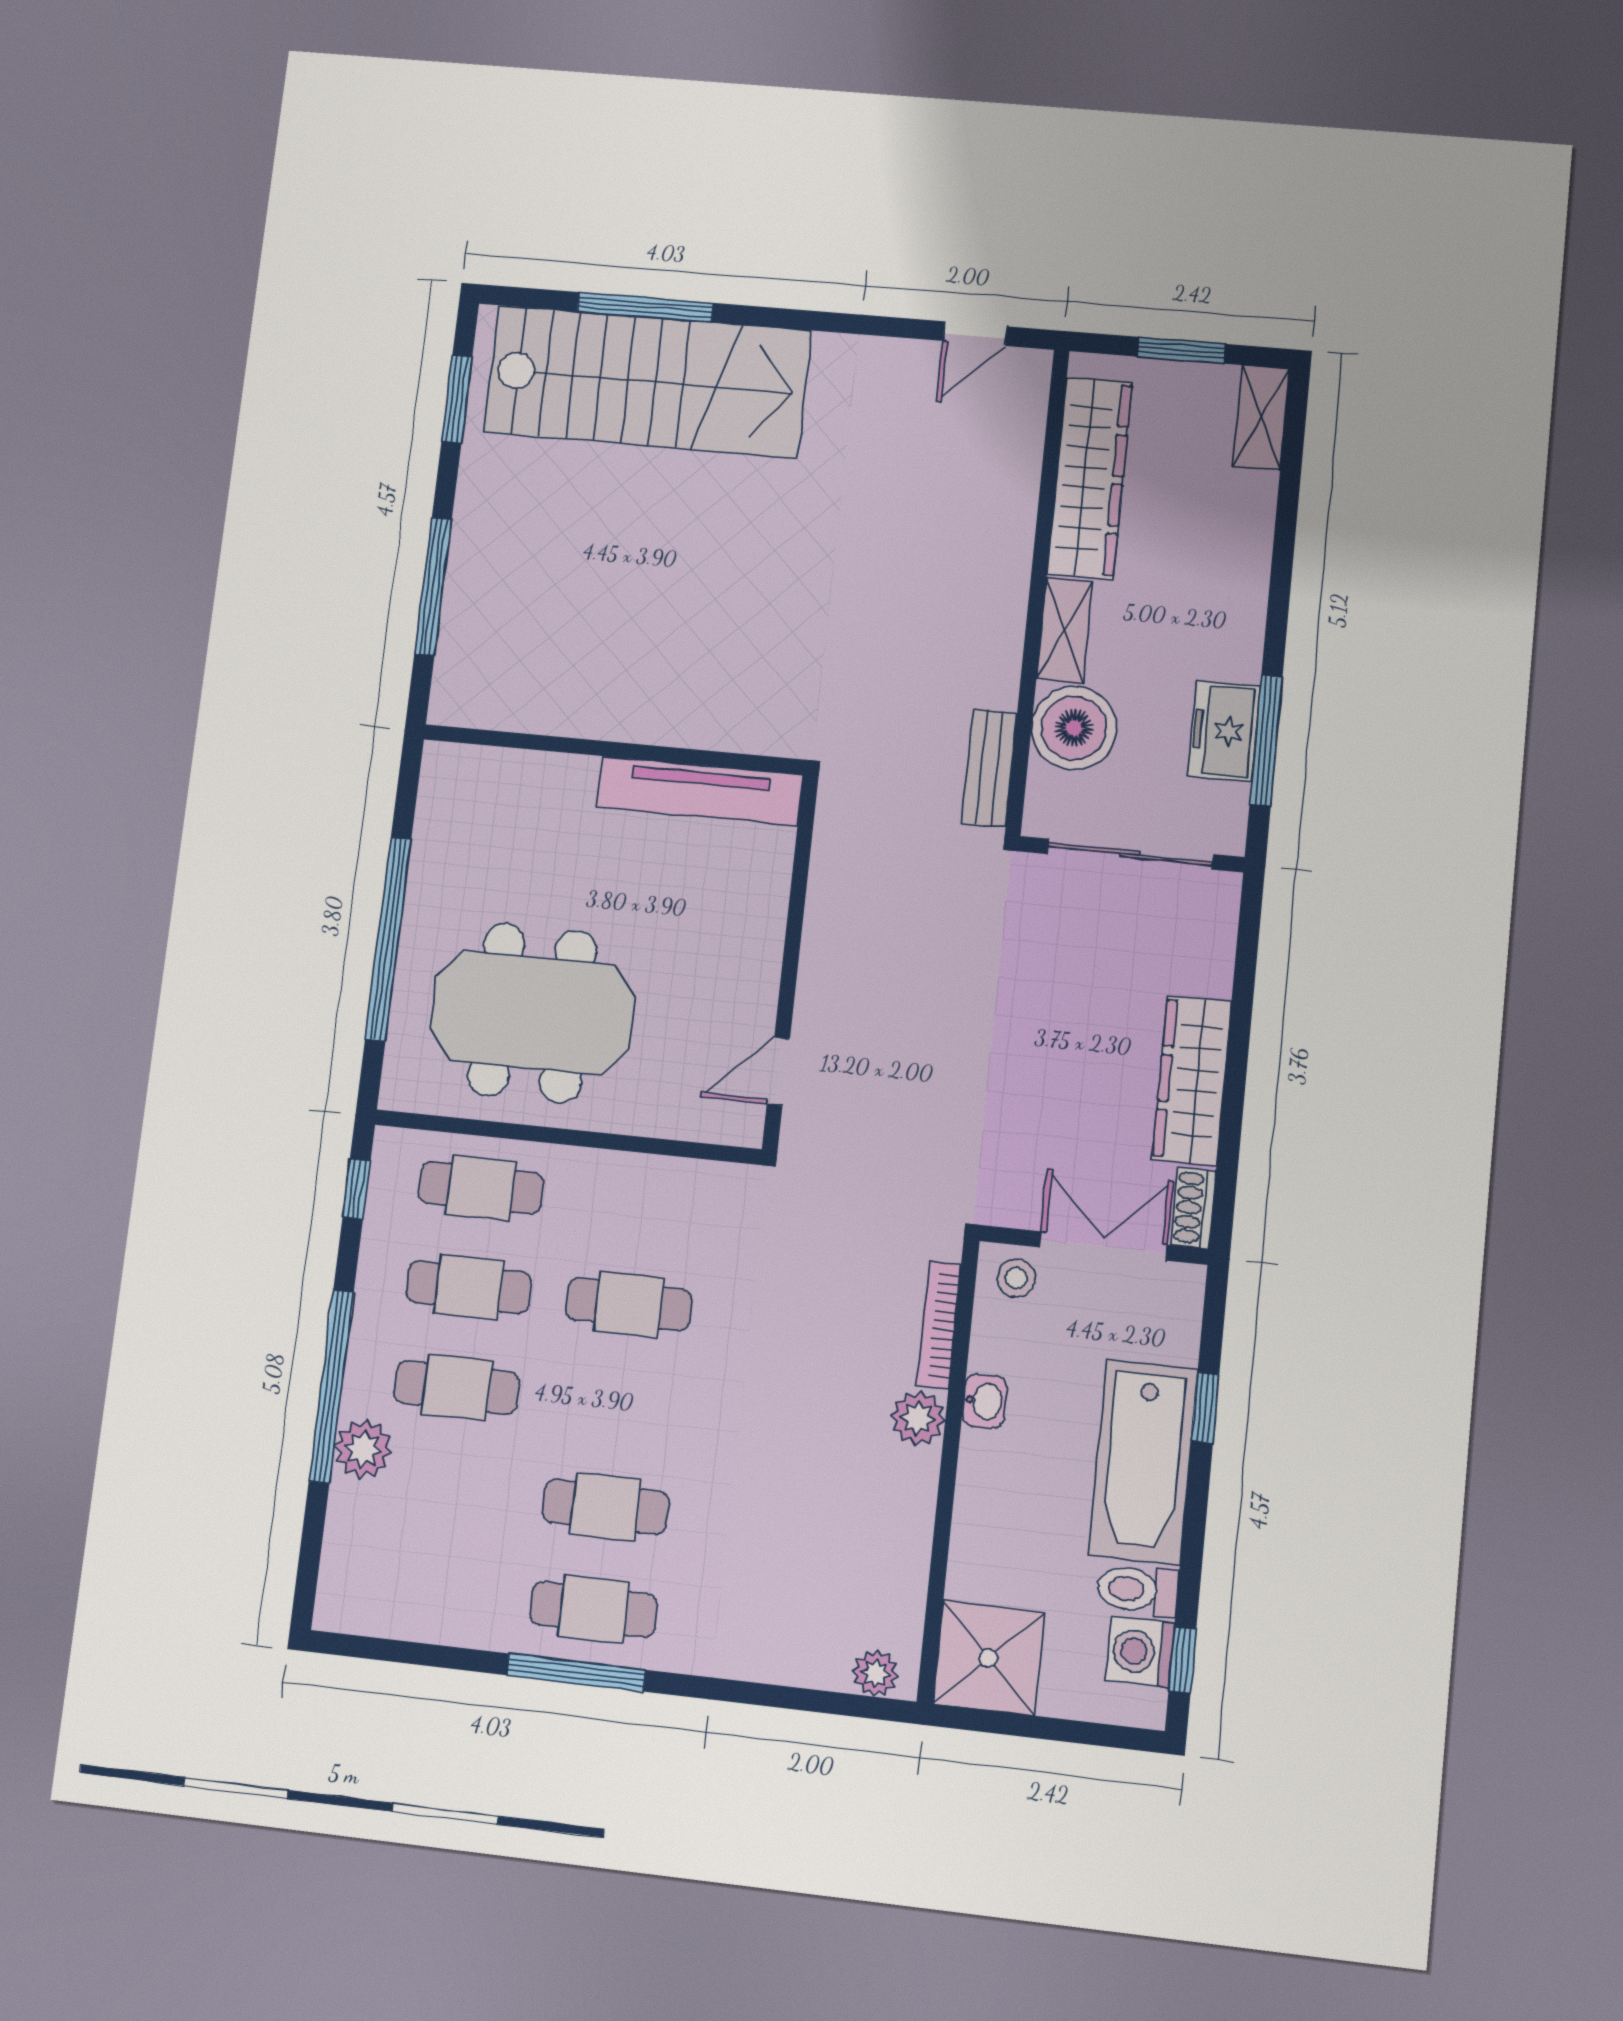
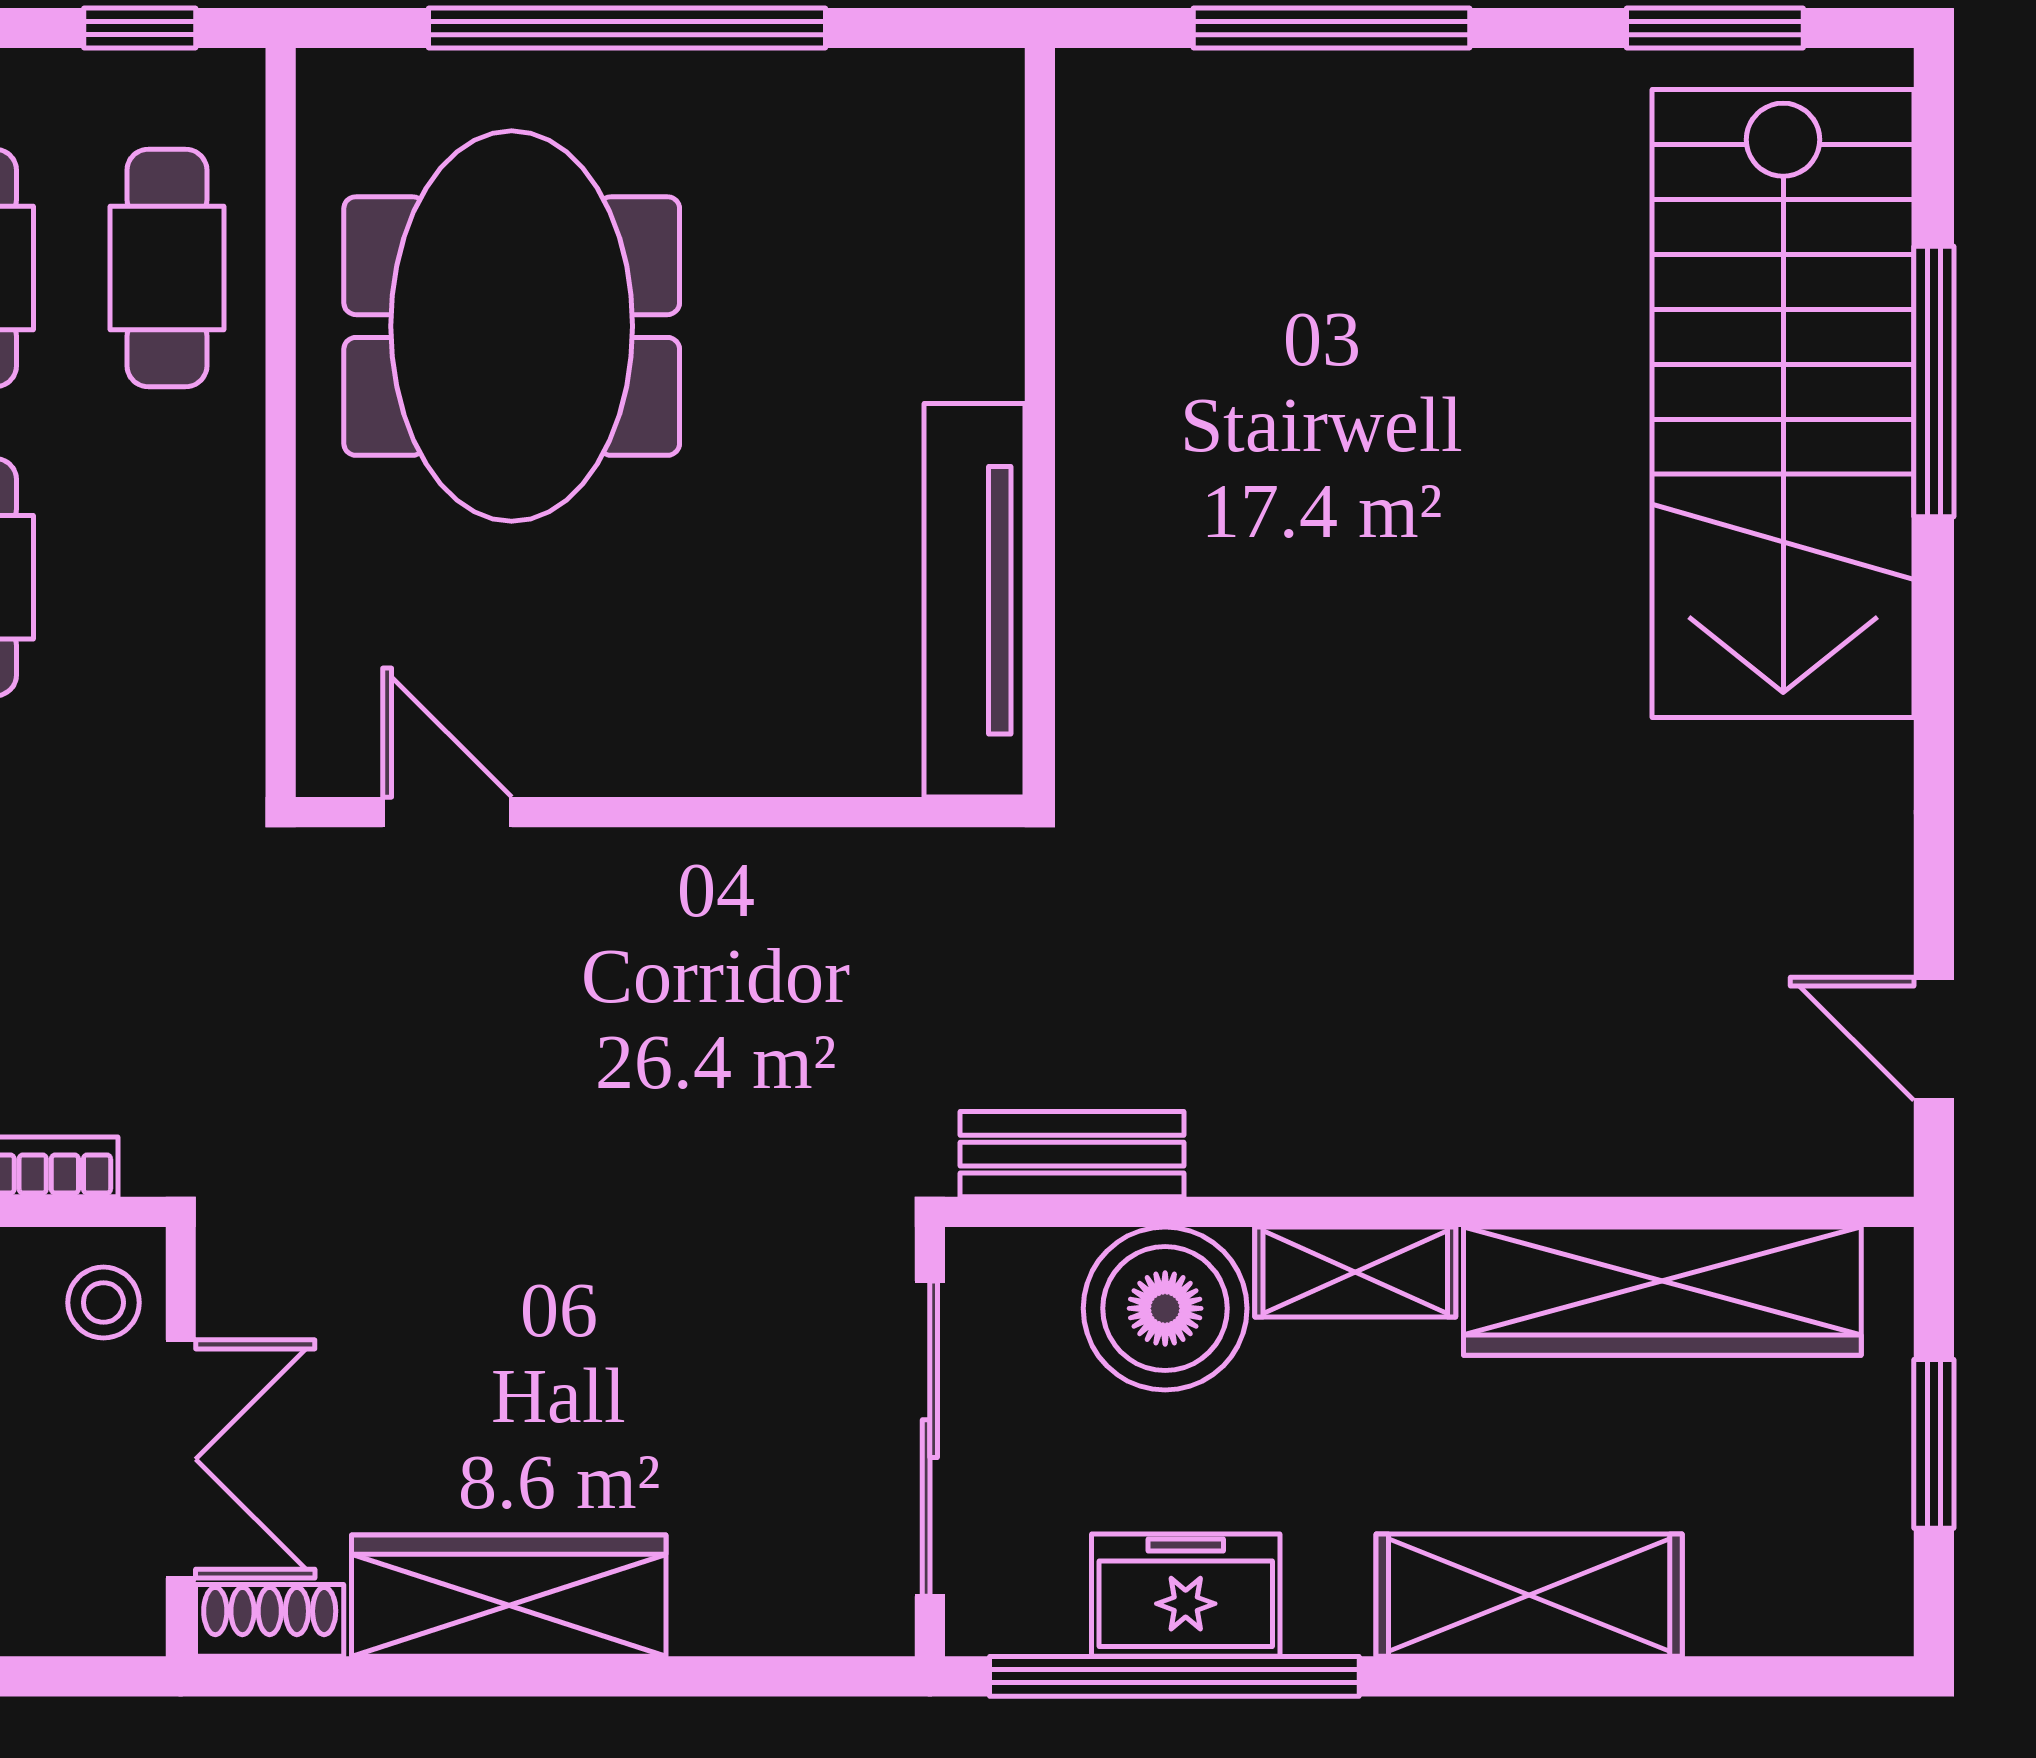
shelving: (1261, 417) -> (1529, 1595), moved, width x1.50, depth x1.33
window: (1266, 741) -> (1174, 1676), width x1.46

